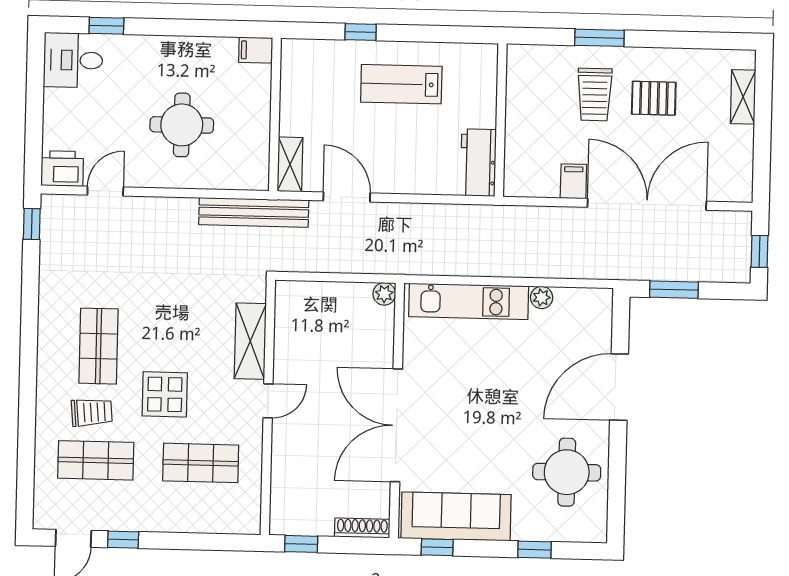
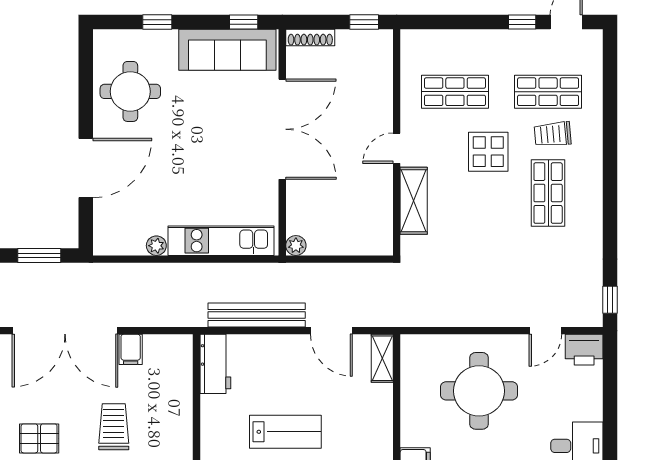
pallet: (654, 98) -> (39, 438), moved
round table: (182, 125) -> (479, 391), width x1.36, depth x1.36
bench: (254, 212) -> (257, 315), moved

